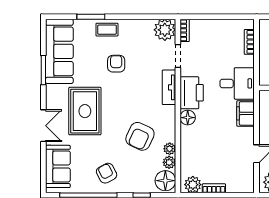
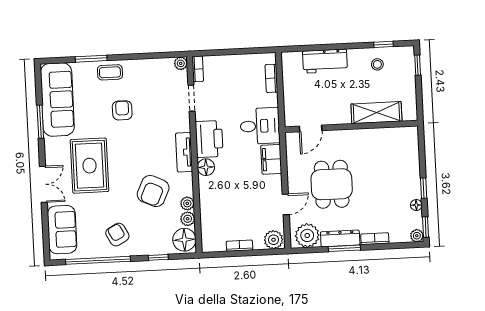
plant: (165, 30) -> (181, 63), width x0.53, depth x0.53
tv unit: (169, 87) -> (184, 152), moved
plant: (193, 185) -> (274, 240), moved

